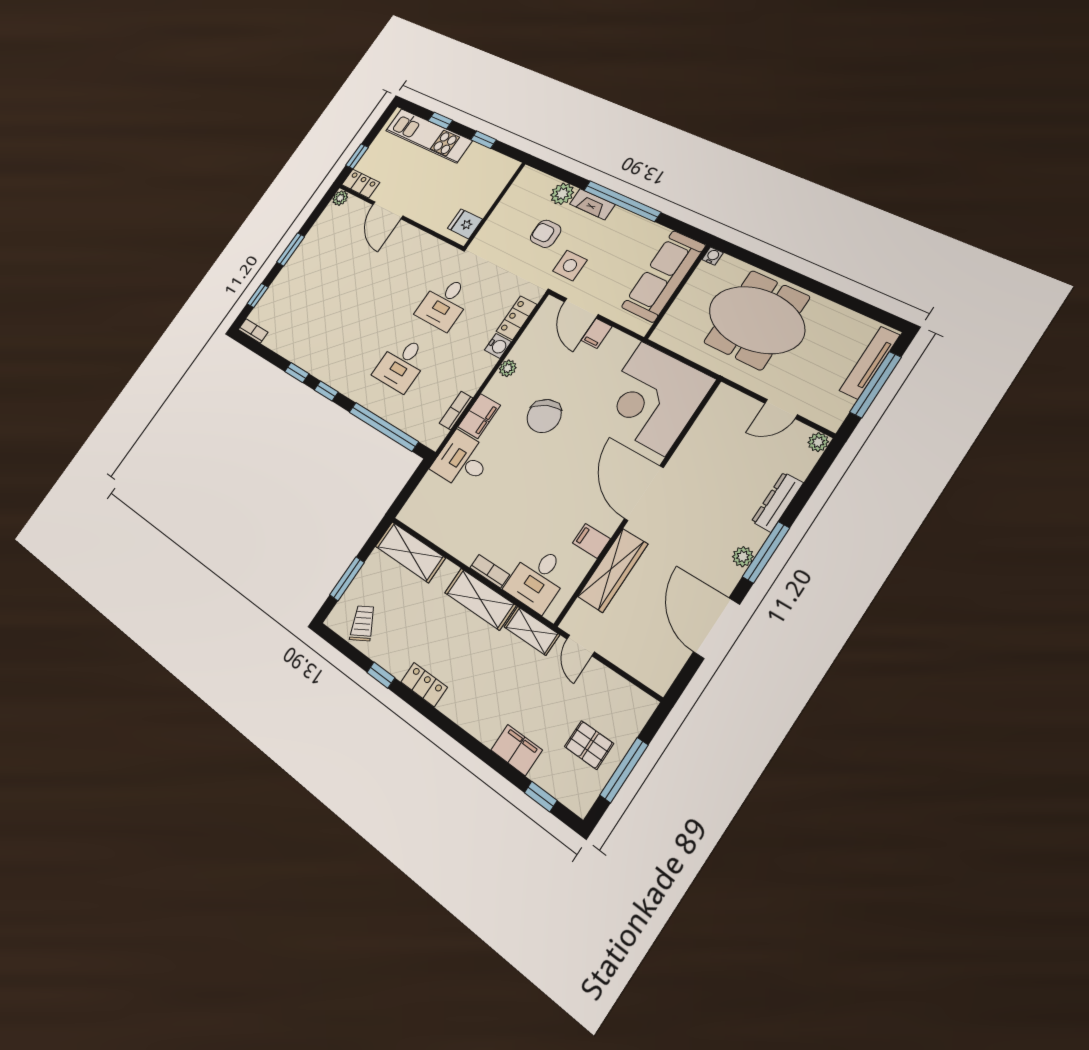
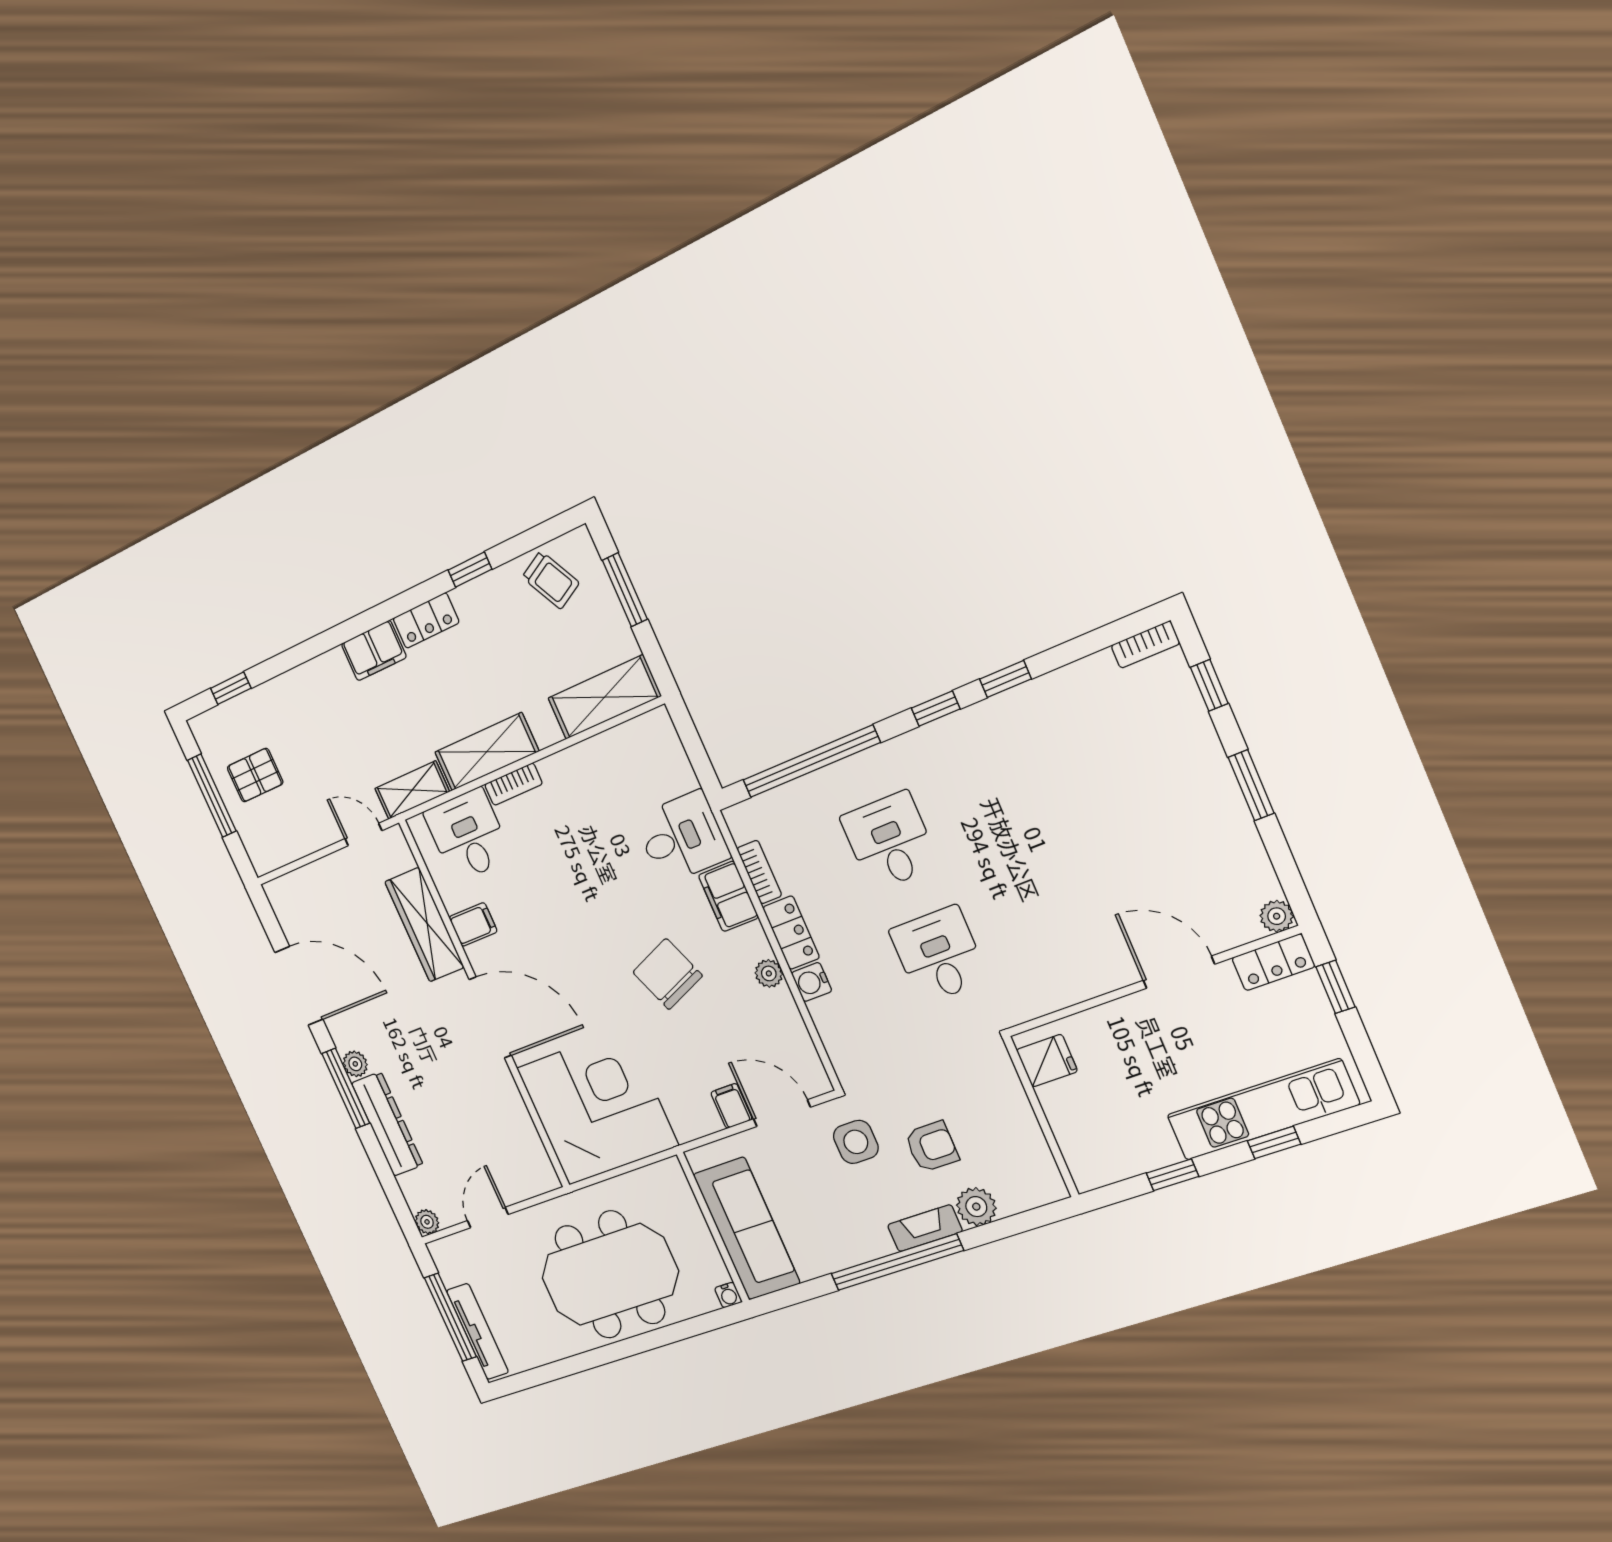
locker: (517, 318) -> (791, 933), moved
dresser: (777, 502) -> (387, 1124), width x1.37, depth x1.24
filing cabinet: (516, 750) -> (374, 651), moved

